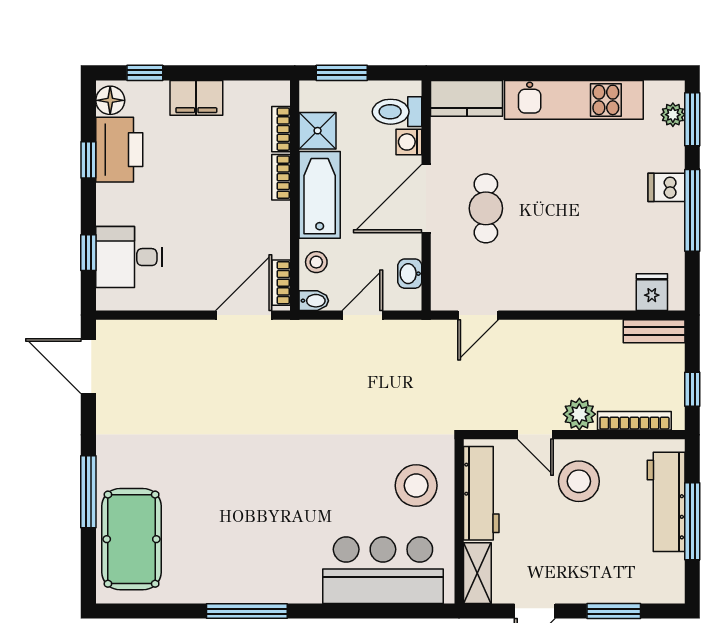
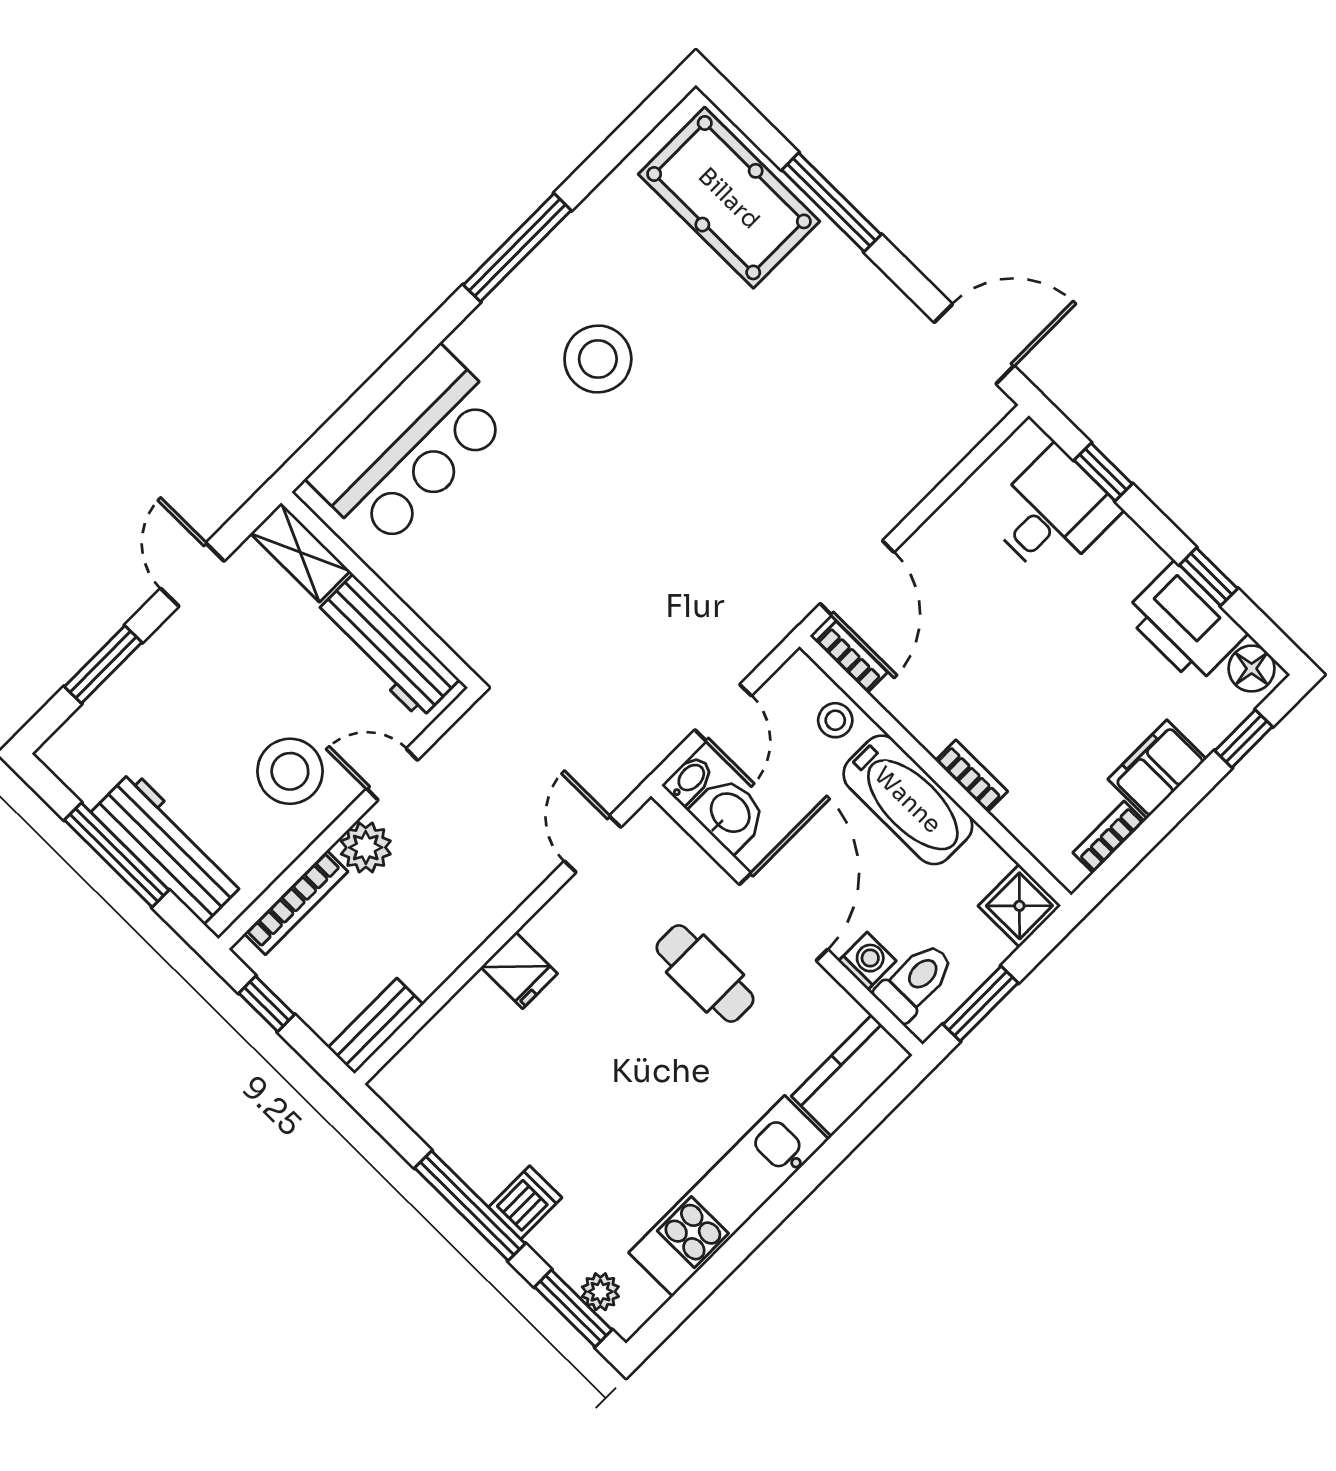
window: (342, 73) -> (981, 1004), moved
bookcase: (281, 129) -> (1109, 837), moved, turned -90
shower: (318, 131) -> (1019, 906), moved
washbasin: (410, 274) -> (729, 814), width x1.38, depth x1.45
fridge: (652, 292) -> (519, 970), moved
bidet: (314, 301) -> (689, 780), moved, turned 180
stool: (416, 486) -> (598, 359), moved

